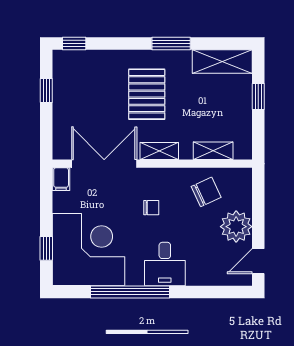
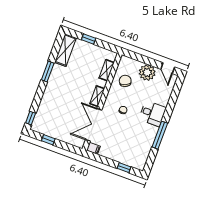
pallet: (147, 94) -> (68, 92), removed
corner desk: (89, 249) -> (132, 148), removed
window: (130, 292) -> (160, 135), width x0.68

